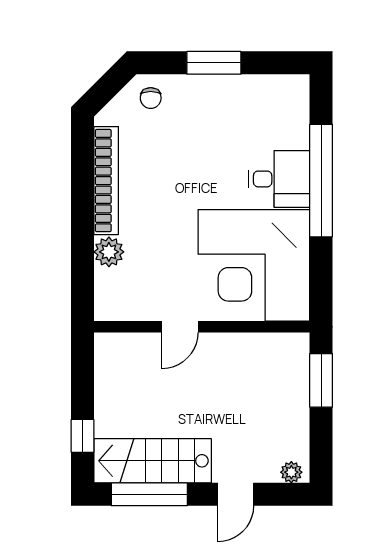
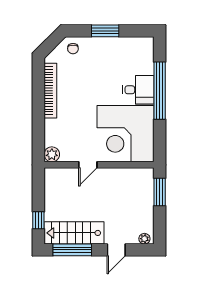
plant: (109, 252) -> (52, 154), moved

